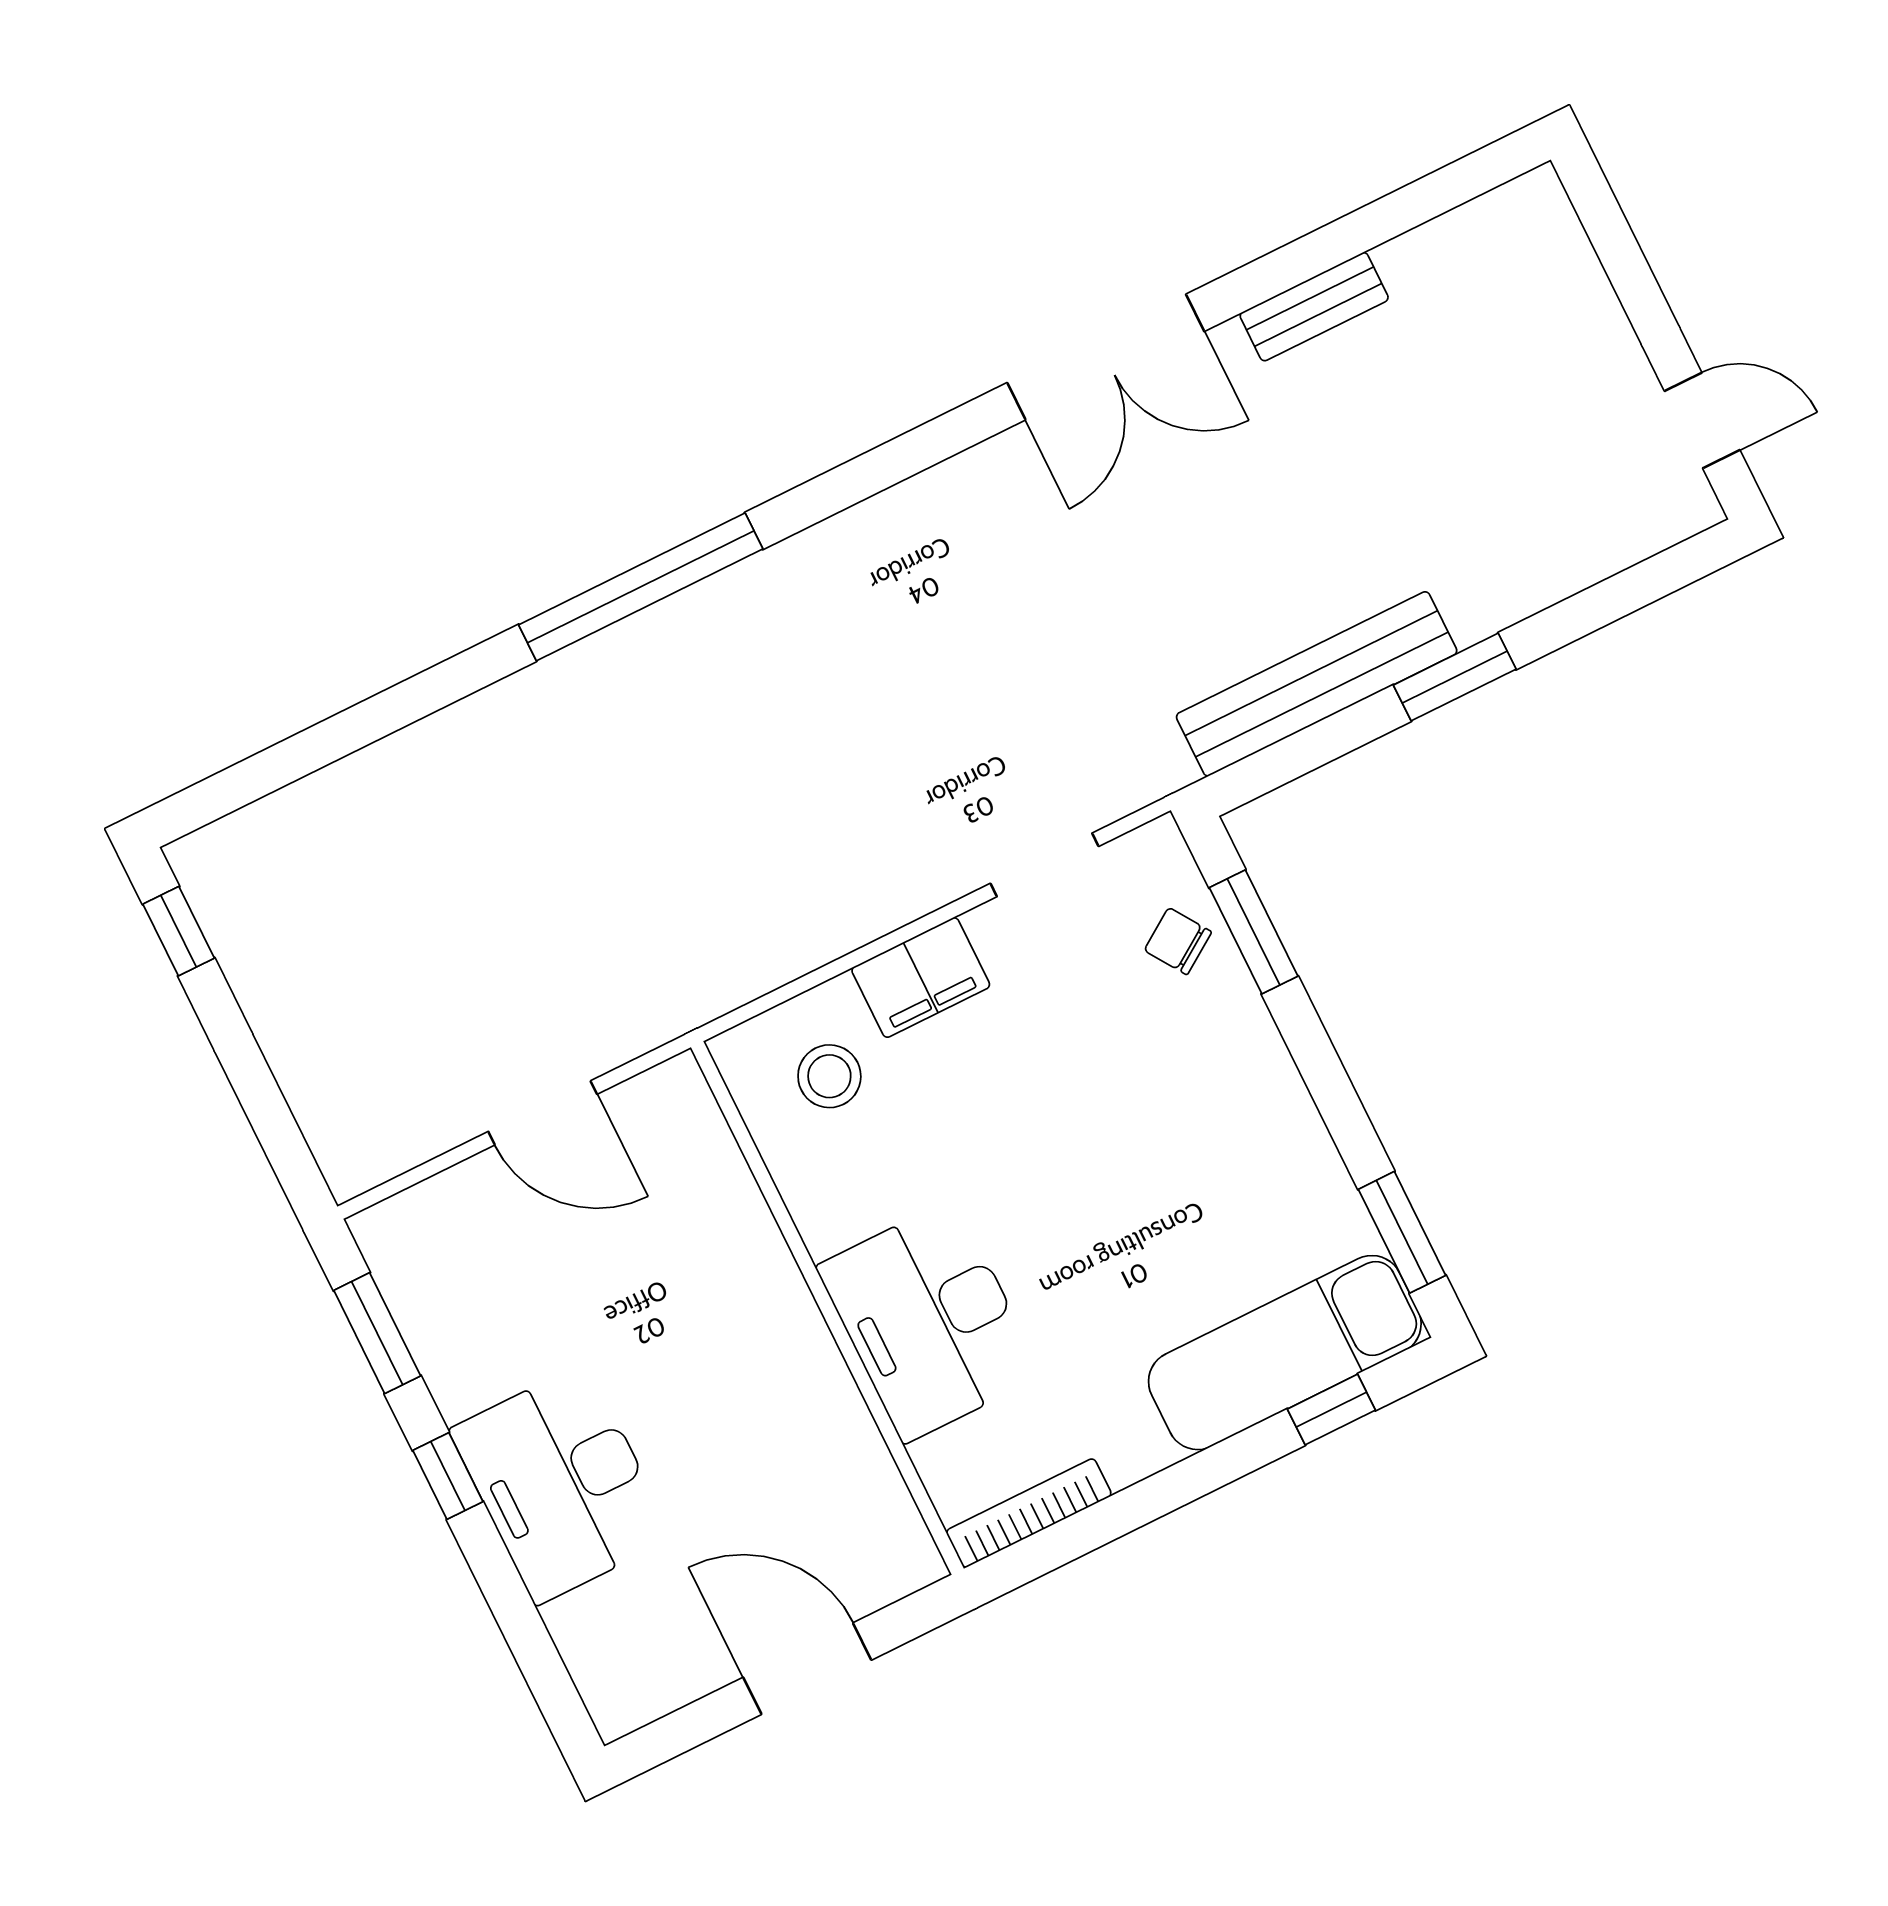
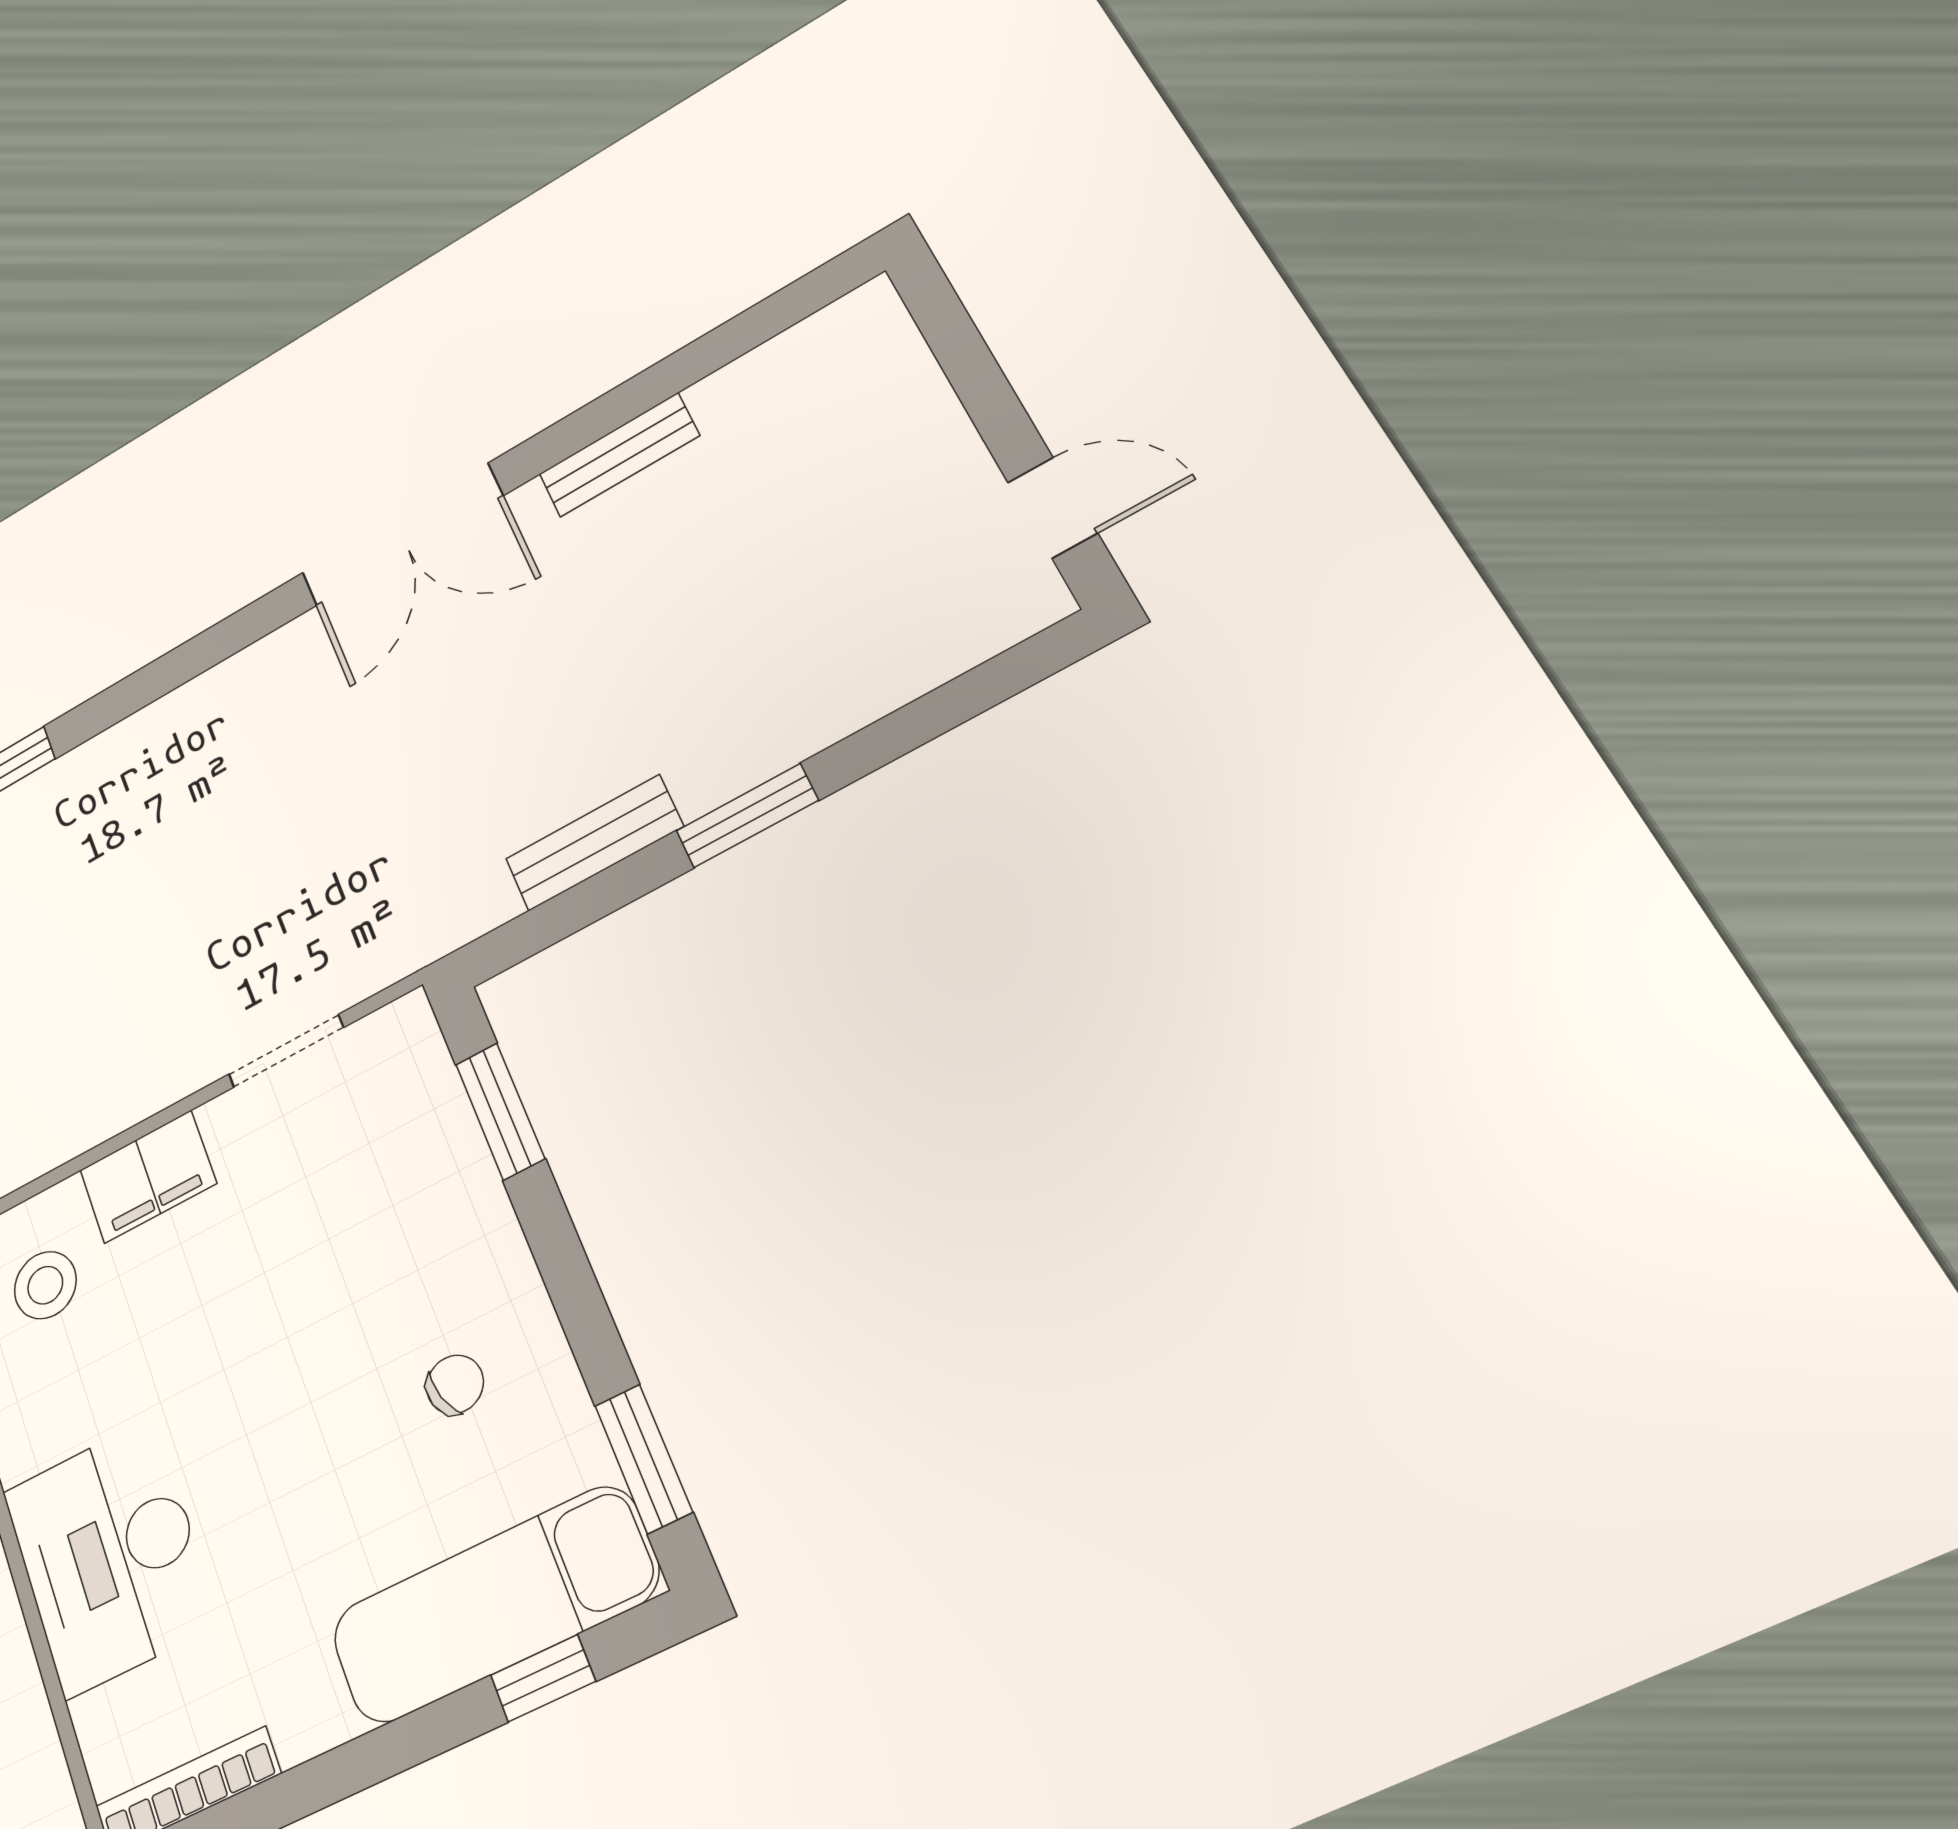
bench: (1317, 684) -> (594, 843), width x0.54, depth x0.82
chair: (1178, 941) -> (455, 1385), moved, turned 107

